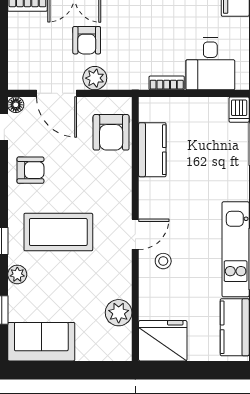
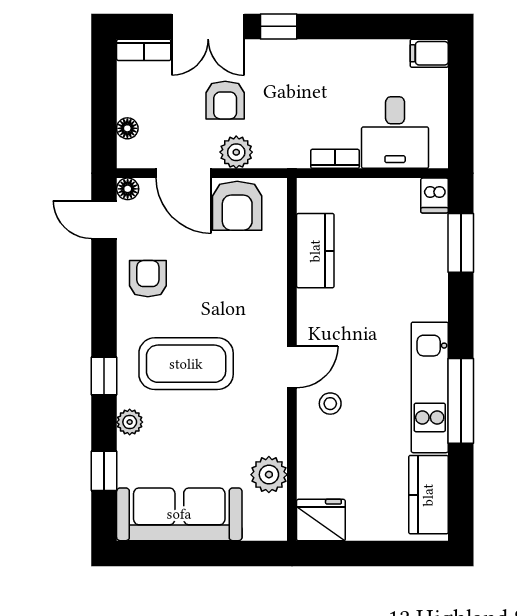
floor lamp: (16, 61) -> (127, 128), added
armchair: (111, 132) -> (237, 206), moved
armchair: (30, 170) -> (148, 279), turned -90
fridge: (163, 341) -> (321, 520), width x0.73, depth x0.75
sofa: (41, 342) -> (179, 514), width x1.36

